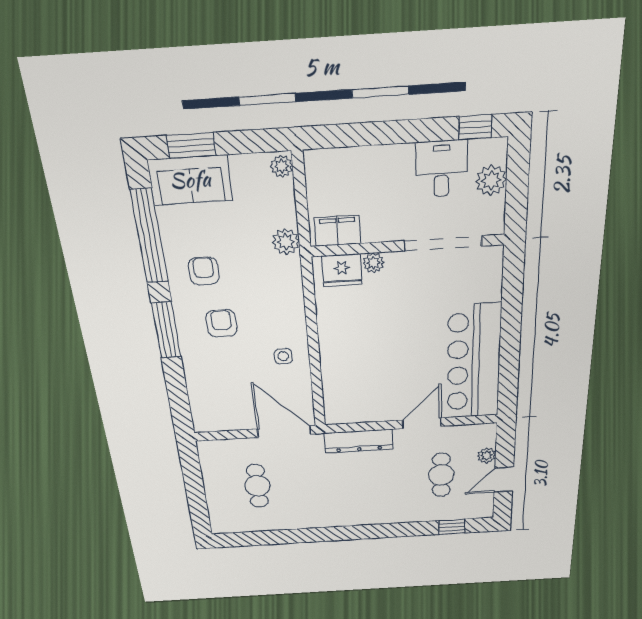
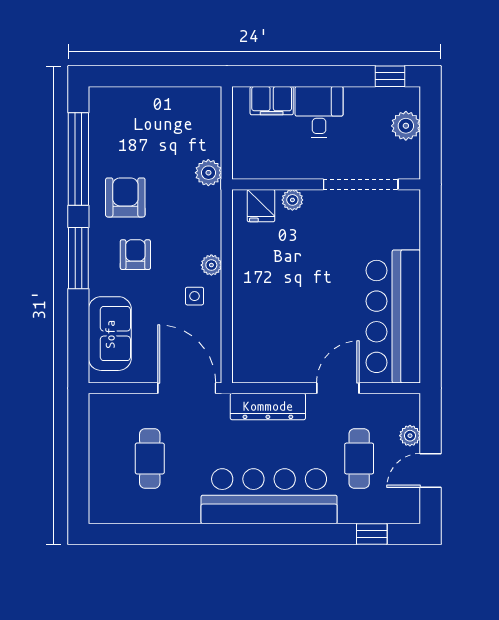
window: (191, 145) -> (131, 76), removed
plant: (282, 166) -> (211, 265), moved
desk: (441, 169) -> (319, 112), moved
sofa: (190, 180) -> (110, 334), moved, turned -90
filing cabinet: (338, 231) -> (272, 101), moved, turned 180
fridge: (342, 270) -> (261, 206), width x0.72
armchair: (204, 271) -> (125, 197), width x1.38, depth x1.38
bar counter: (364, 506) -> (269, 496), added

